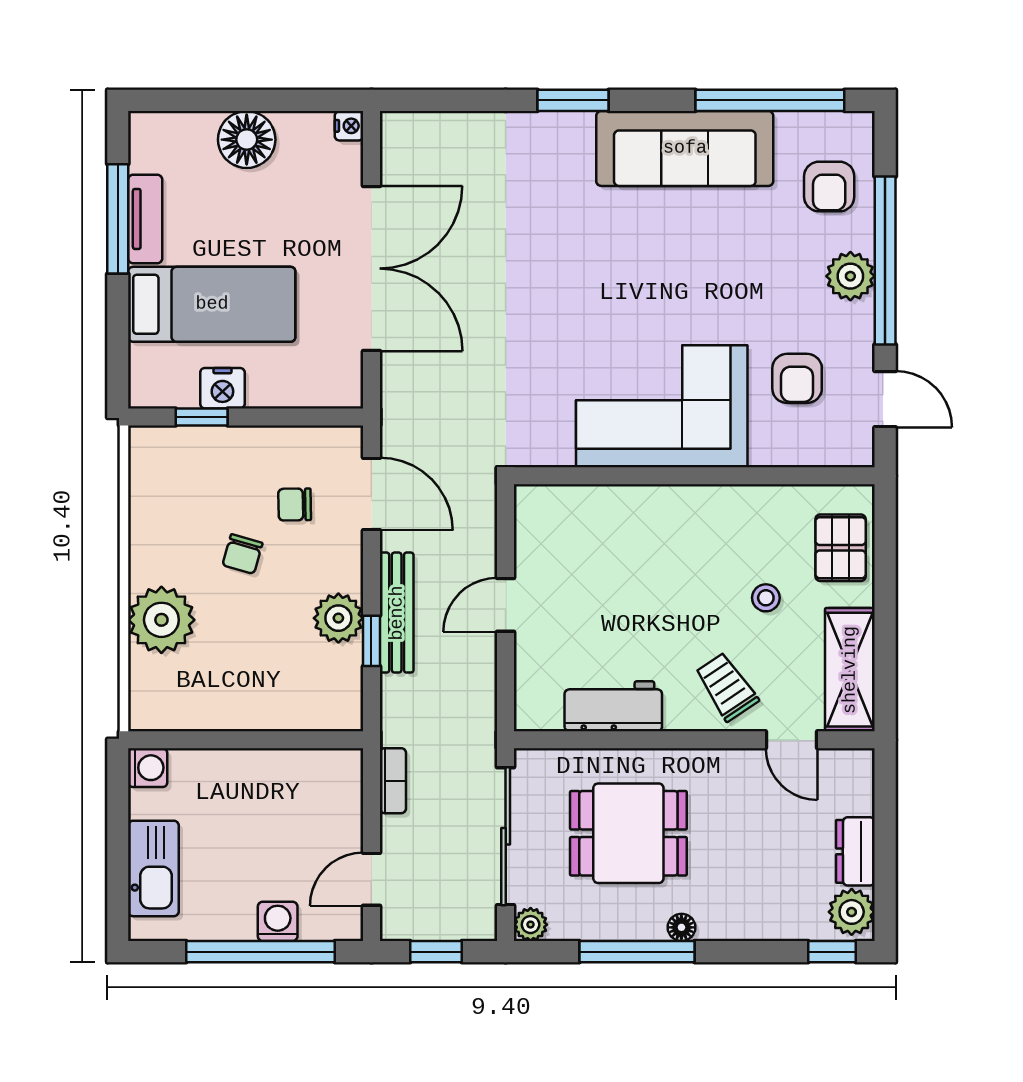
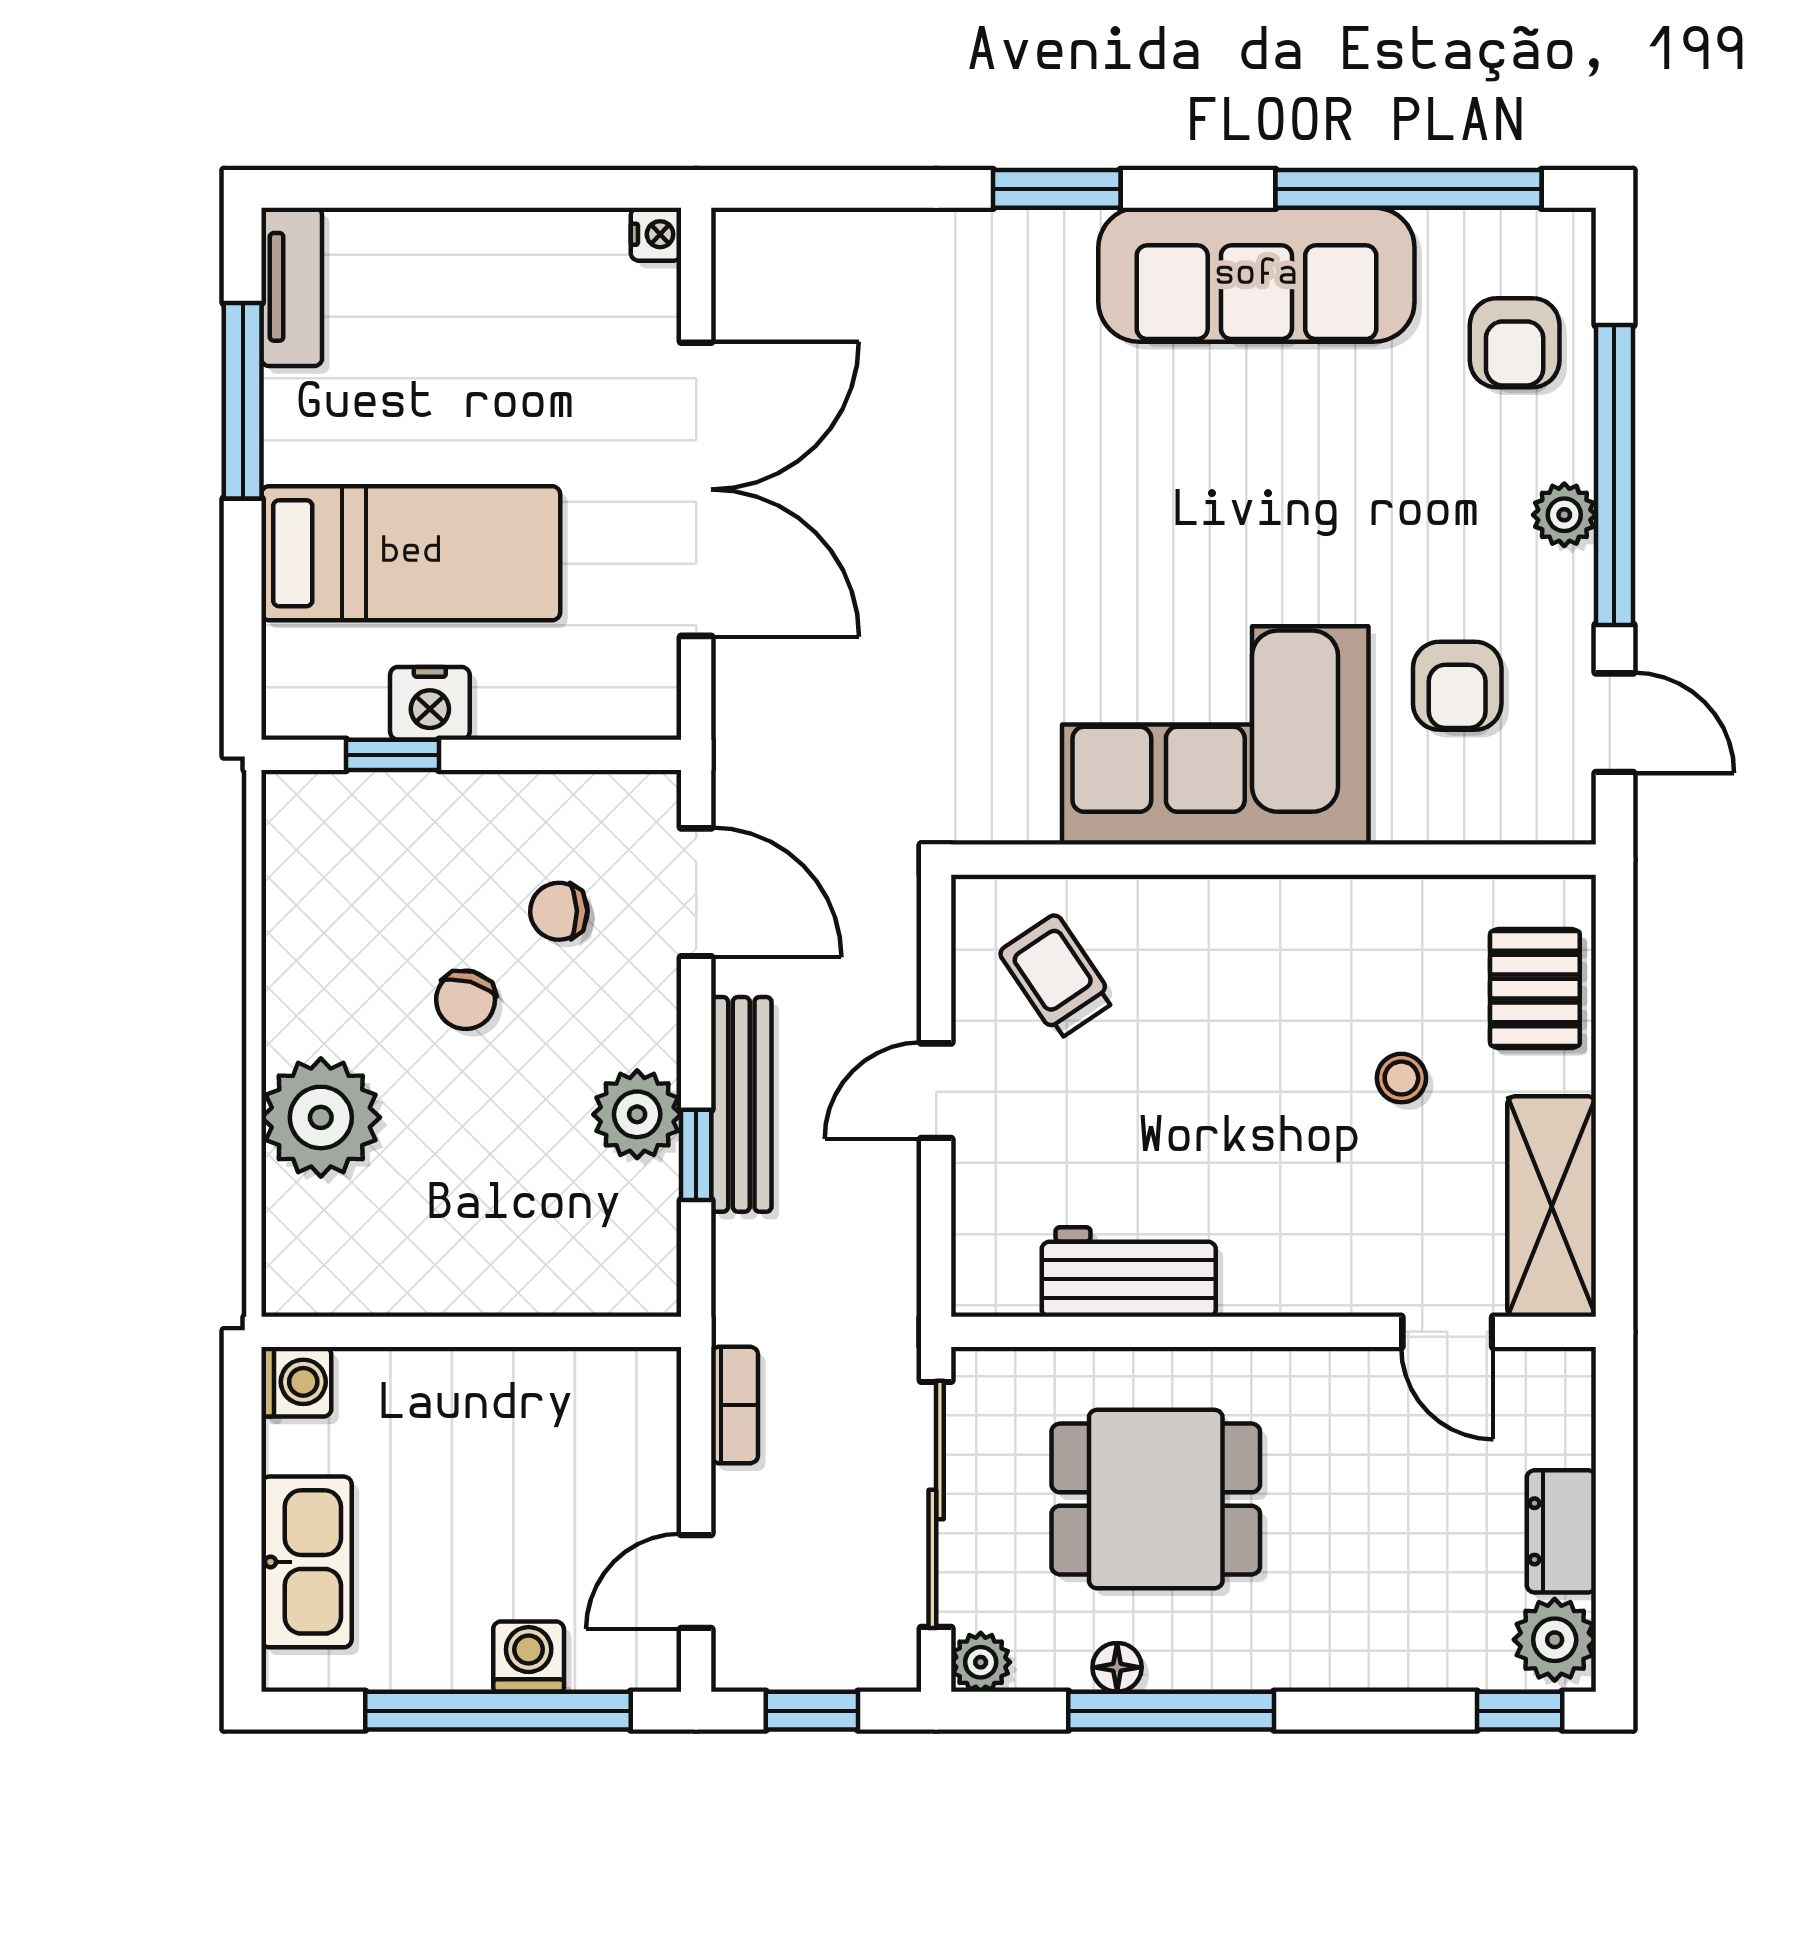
floor lamp: (247, 140) -> (473, 259), removed
tv unit: (145, 219) -> (292, 287), moved
plant: (850, 276) -> (1564, 515), width x0.73, depth x0.73
trolley: (727, 687) -> (1057, 976), moved
floor lamp: (681, 927) -> (1117, 1667), moved

